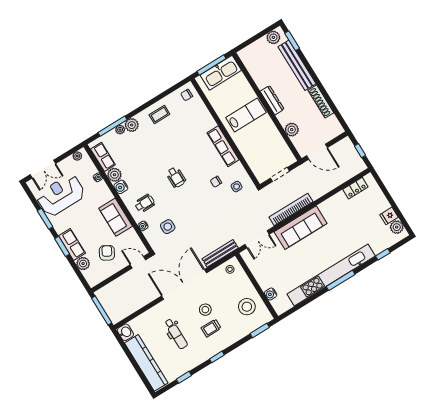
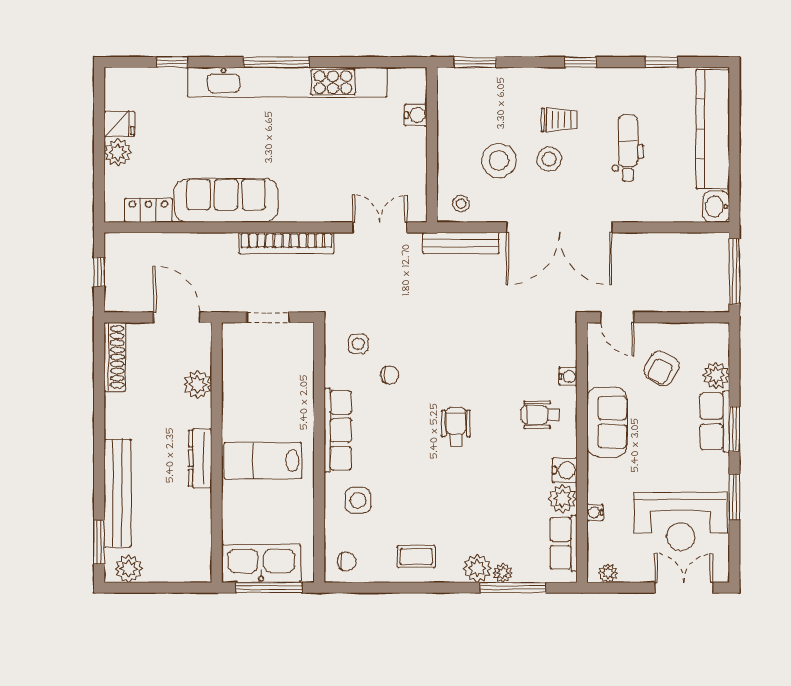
shoe rack: (321, 101) -> (115, 357), moved
side table: (168, 227) -> (358, 500), moved
plant: (397, 227) -> (118, 152), moved
sofa: (301, 228) -> (226, 200), moved
stool: (247, 307) -> (499, 161), moved

